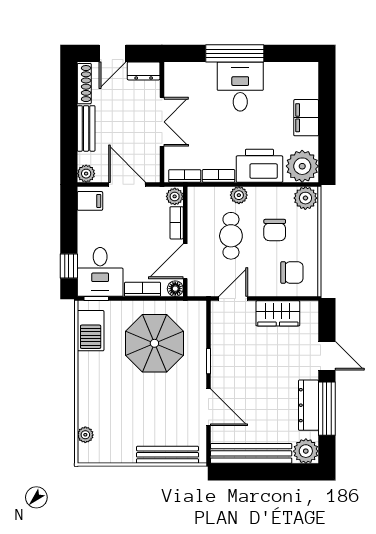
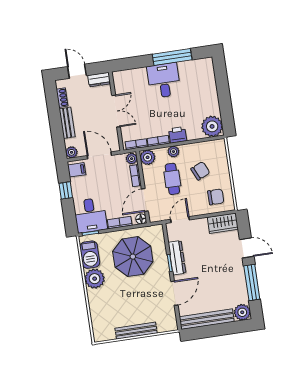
door: (112, 53) -> (77, 71), swing flipped
window: (235, 53) -> (172, 57), moved
shoe rack: (84, 84) -> (62, 98), width x0.70
filing cabinet: (306, 118) -> (210, 94), removed
printer: (259, 166) -> (178, 135), width x0.53, depth x0.68
plant: (305, 198) -> (148, 157), moved
chair: (275, 230) -> (200, 171), turned -114
window: (69, 266) -> (66, 190), moved
wardrobe: (278, 313) -> (223, 223), moved
dresser: (308, 405) -> (177, 258), moved, turned 180
door: (208, 407) -> (174, 293), hinge flipped
plant: (85, 435) -> (95, 279), moved, width x1.87, depth x1.87
bench: (167, 455) -> (136, 331), moved

